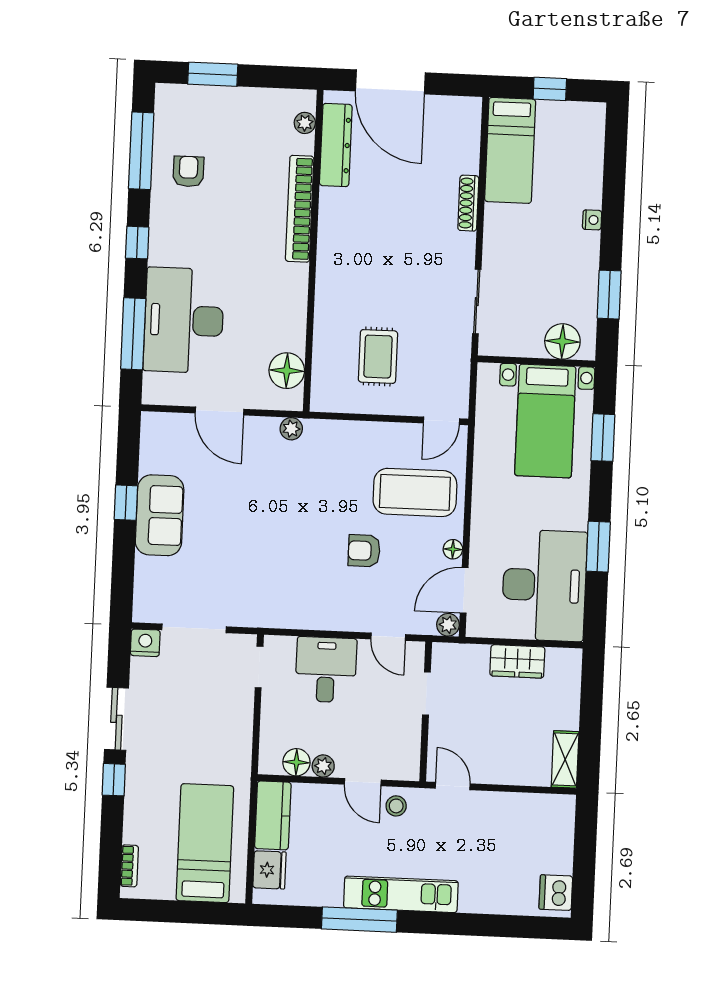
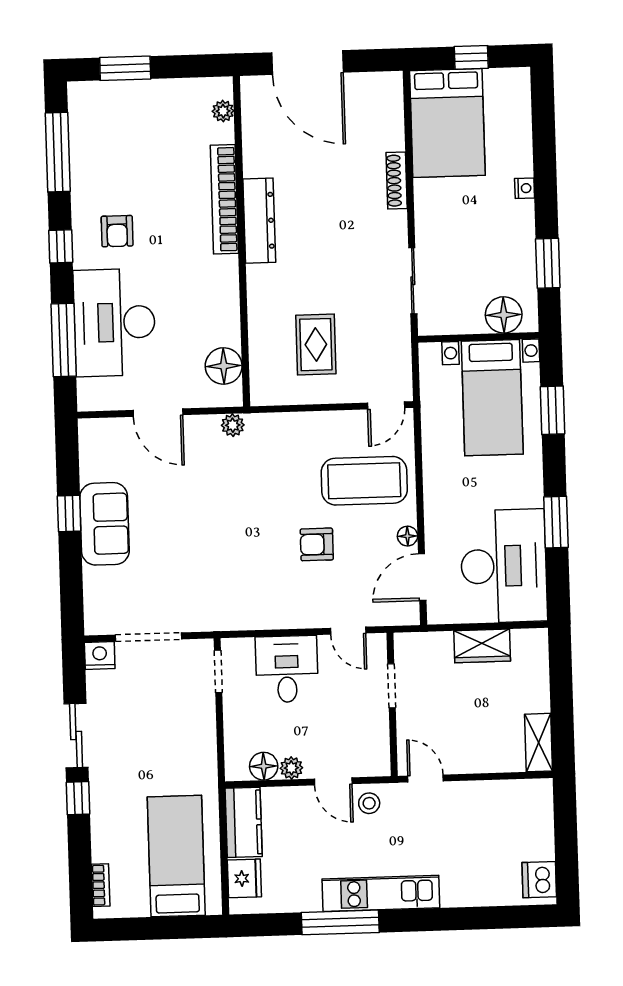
dresser: (336, 145) -> (259, 221), moved
bed: (510, 150) -> (447, 123), width x1.50
armchair: (188, 171) -> (117, 231), moved, turned 180
plant: (448, 625) -> (408, 614), removed

